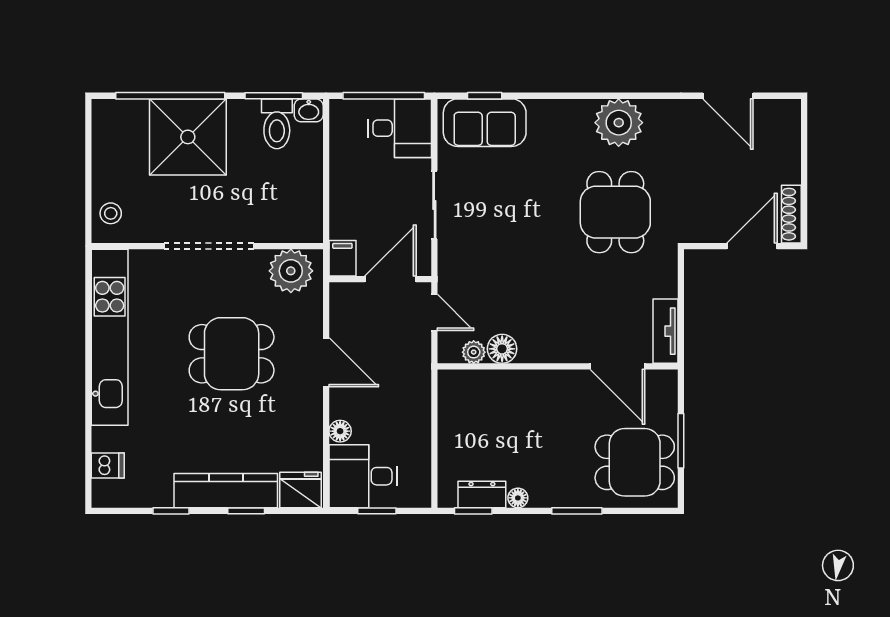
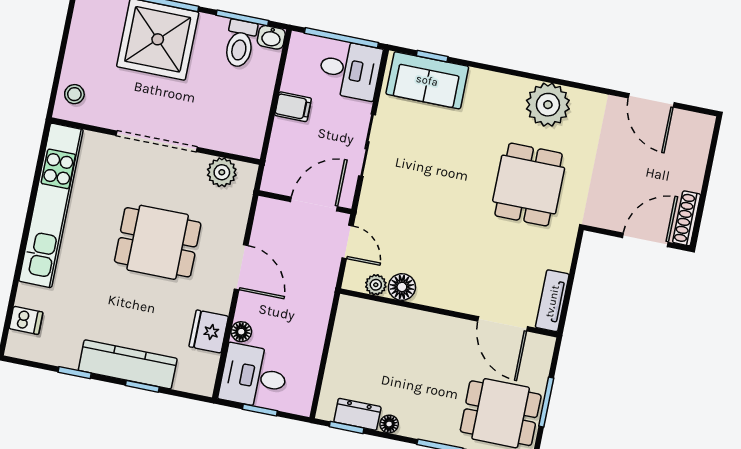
filing cabinet: (342, 258) -> (293, 107), moved, turned 90
plant: (291, 271) -> (222, 172), width x0.73, depth x0.73
fridge: (301, 490) -> (209, 331), moved, turned -90

